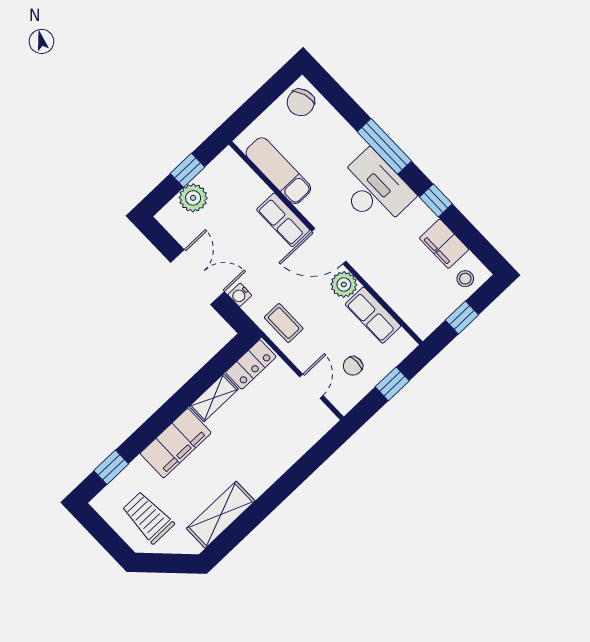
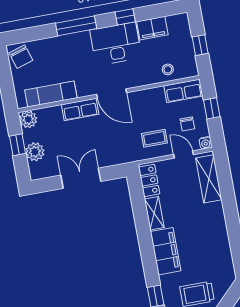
desk: (374, 189) -> (116, 44), moved
door: (329, 246) -> (112, 94), hinge flipped
stool: (465, 279) -> (168, 69), moved
plant: (344, 285) -> (28, 119), moved
water cooler: (240, 295) -> (206, 143), moved
row of seats: (373, 315) -> (183, 91), moved
coffee table: (284, 323) -> (154, 138), moved
shelving: (221, 515) -> (209, 179), moved

